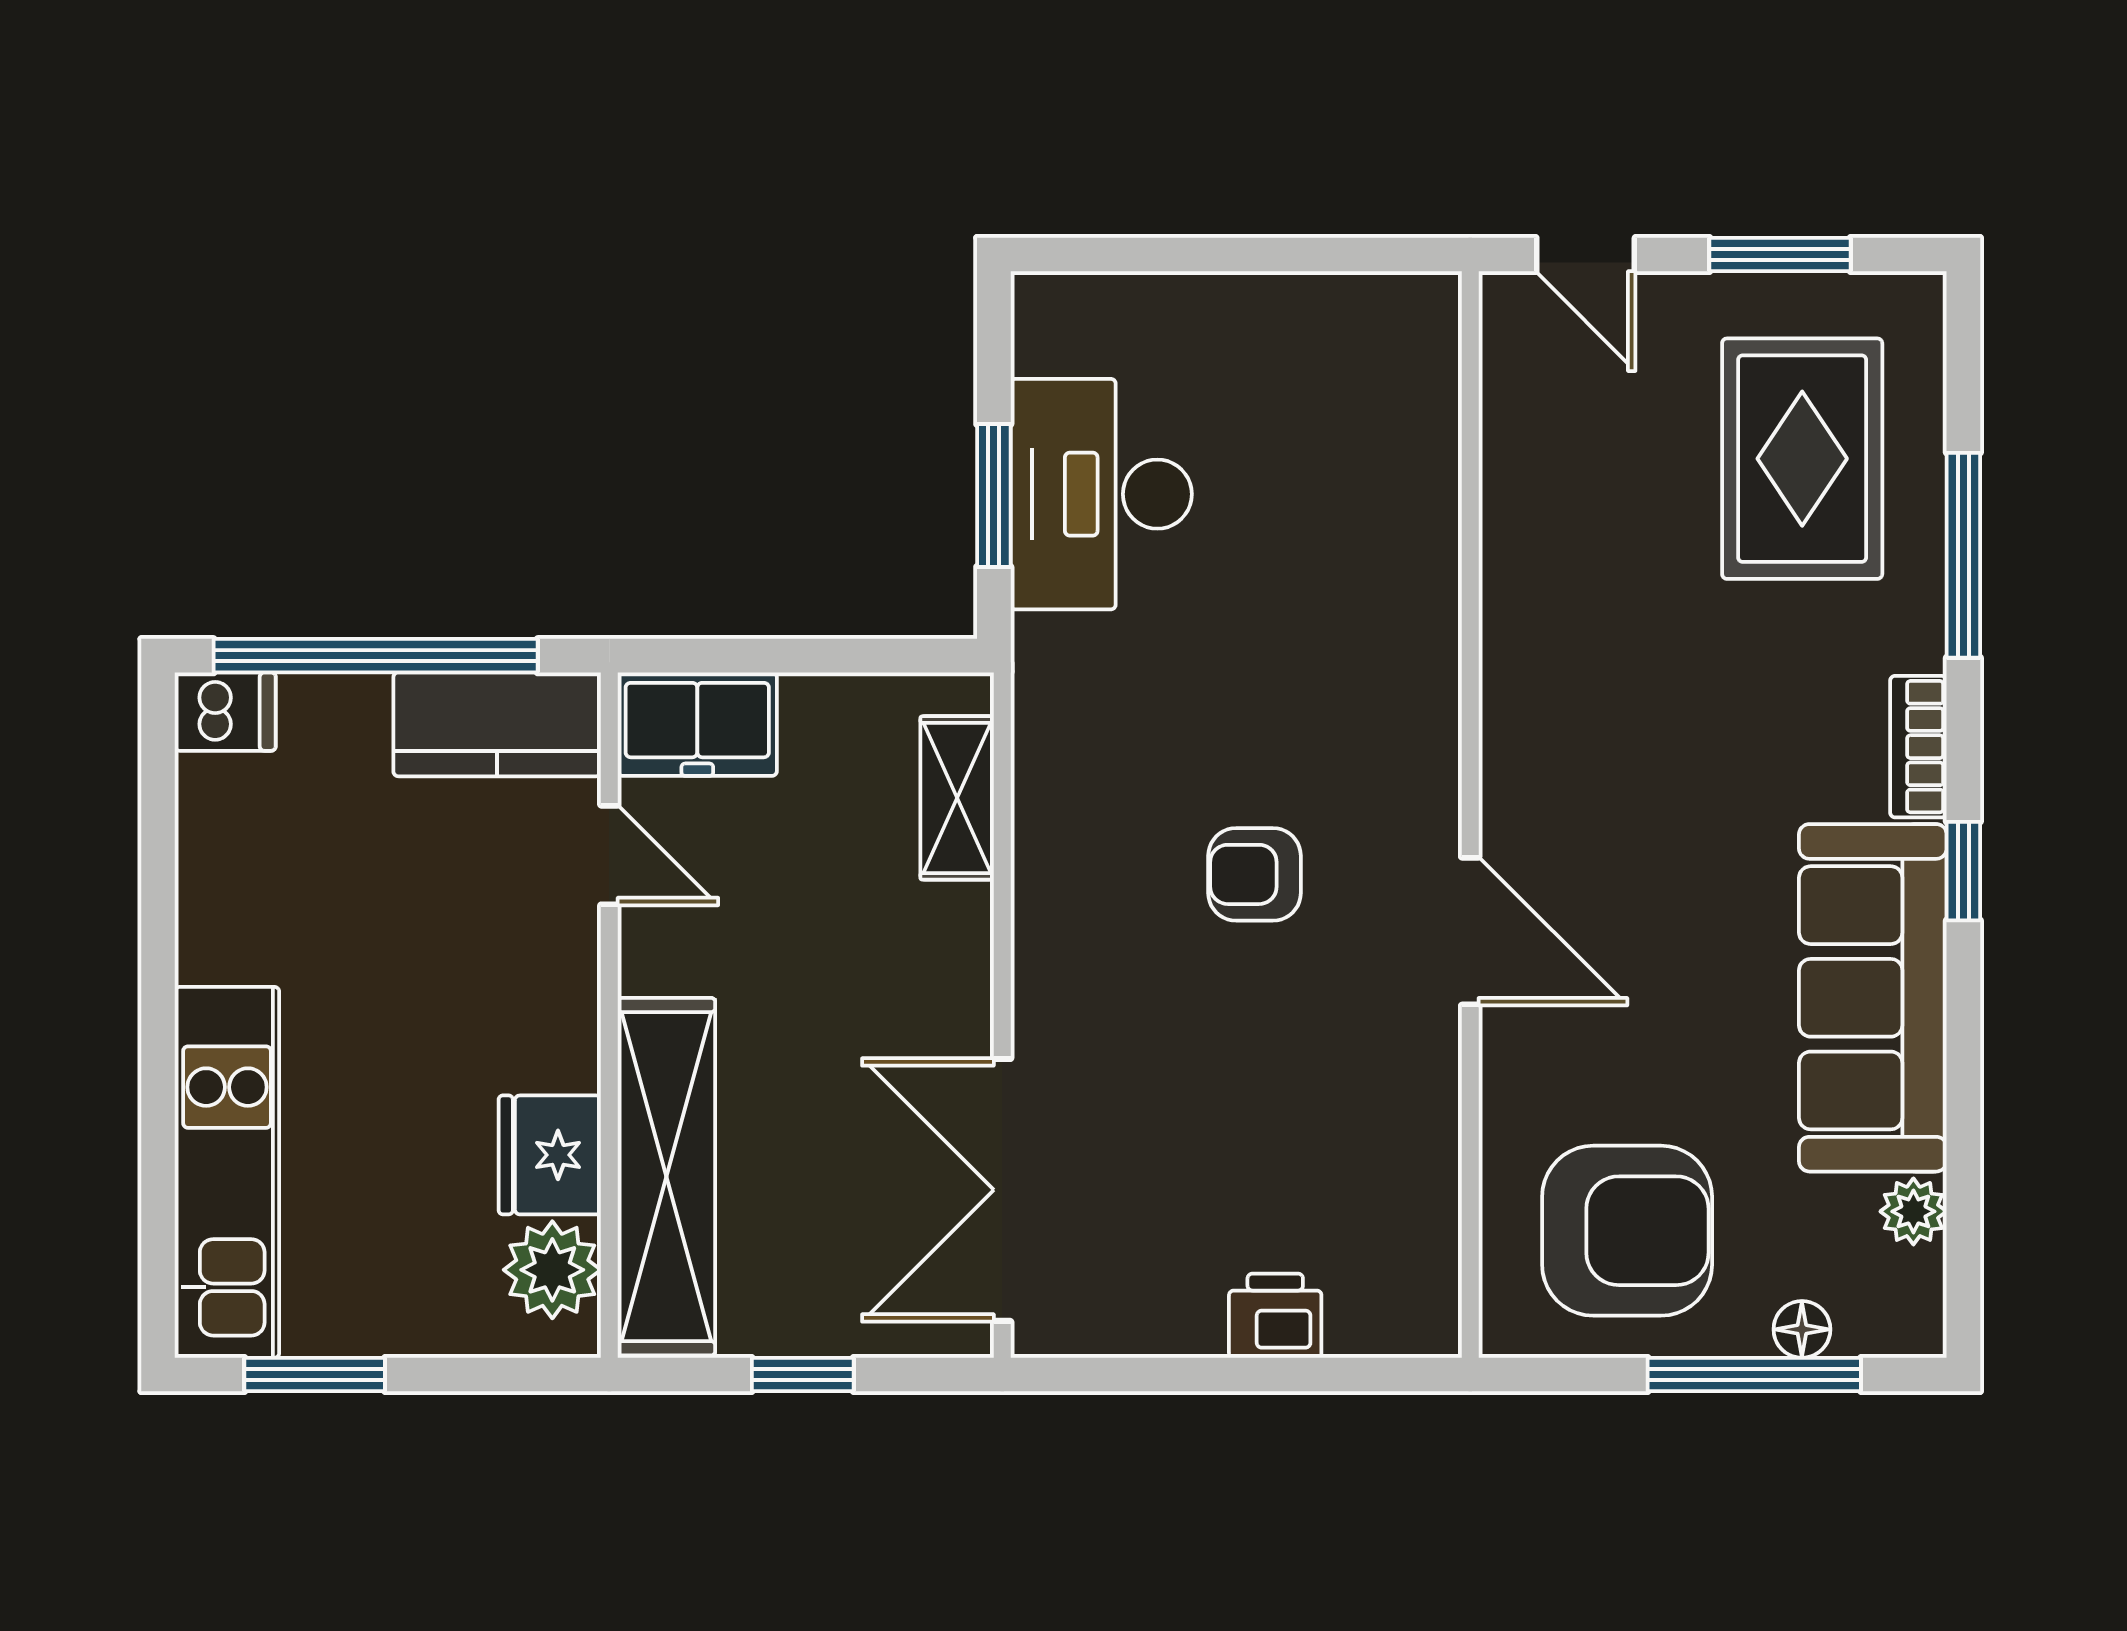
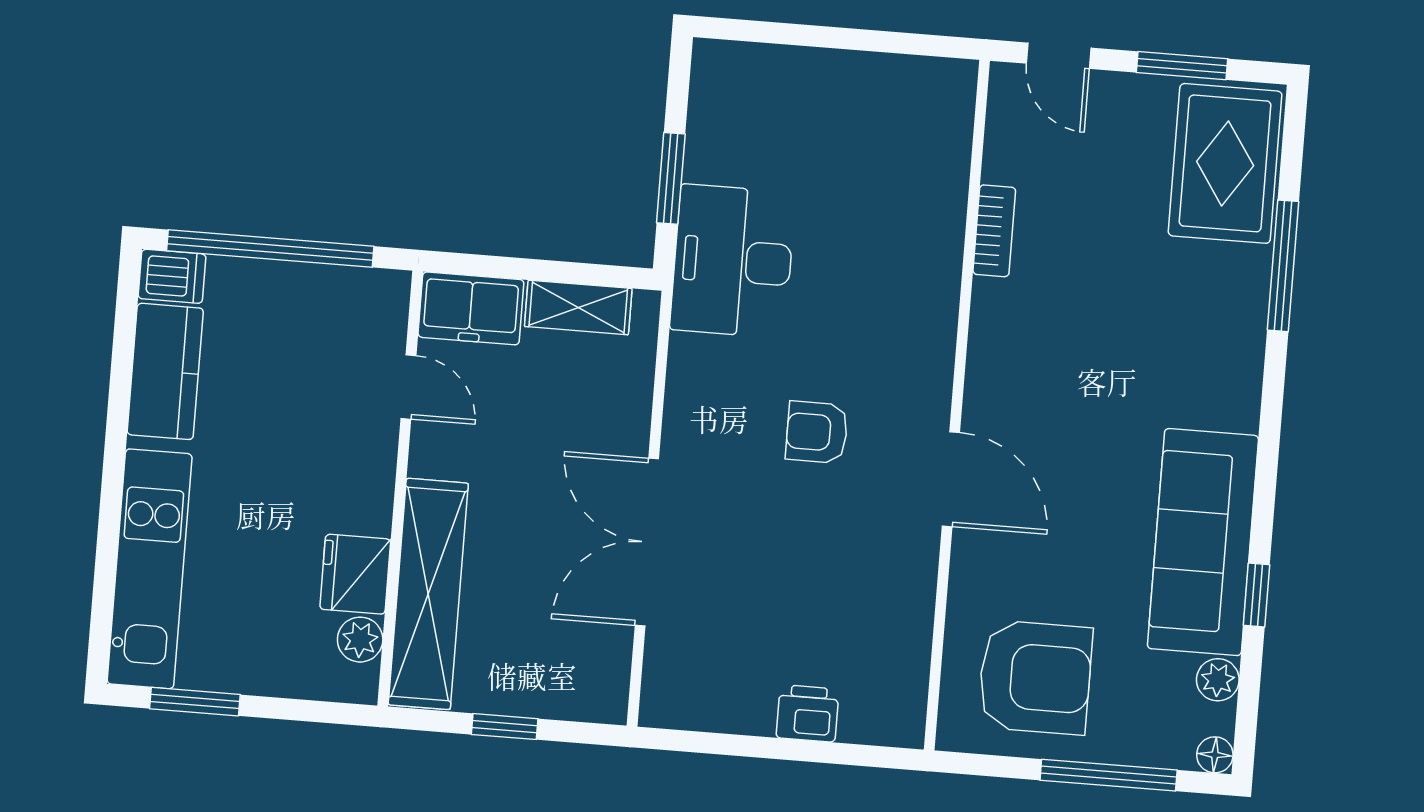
rug: (1802, 459) -> (1225, 163), moved
desk: (1101, 494) -> (733, 261), moved
kitchen counter: (497, 724) -> (165, 371), moved, turned -90
bookcase: (1918, 747) -> (994, 231), moved, turned 180
shelving: (957, 798) -> (578, 307), moved, turned 90
window: (1963, 871) -> (1257, 595), moved
double door: (1002, 1190) -> (647, 542), moved
plant: (552, 1270) -> (360, 640), width x0.73, depth x0.73
floor lamp: (1802, 1329) -> (1215, 755), moved

